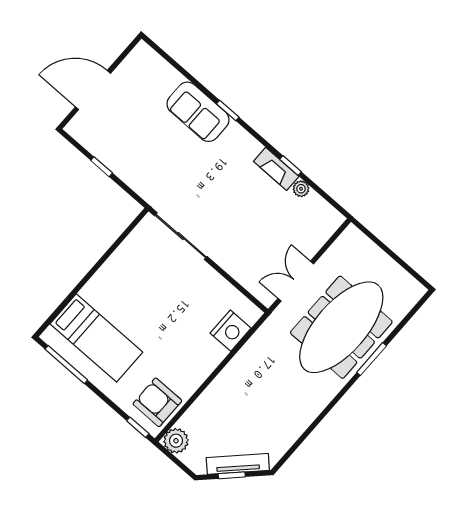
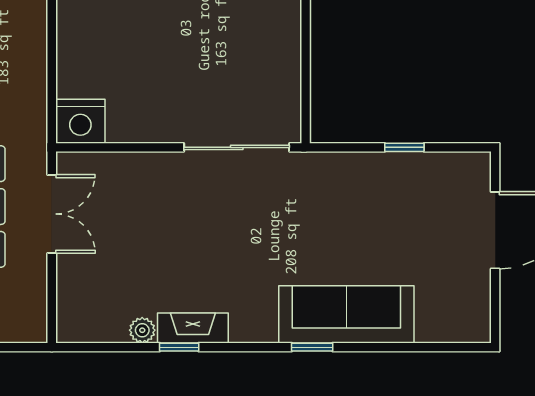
sofa: (198, 112) -> (346, 314), width x1.36
nightstand: (231, 331) -> (80, 121), moved, turned -90

